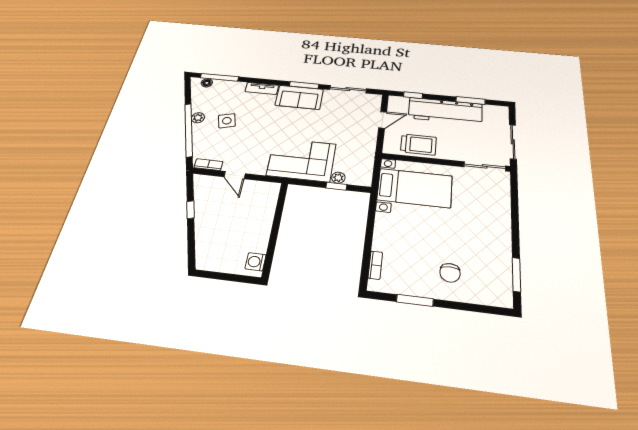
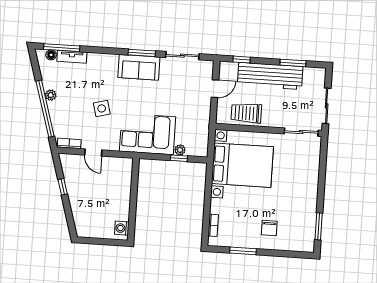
tv unit: (262, 88) -> (72, 57), moved
side table: (227, 121) -> (102, 108), moved
trolley: (418, 144) -> (246, 113), turned 180
bed with nightstands: (415, 188) -> (242, 165), width x1.36

